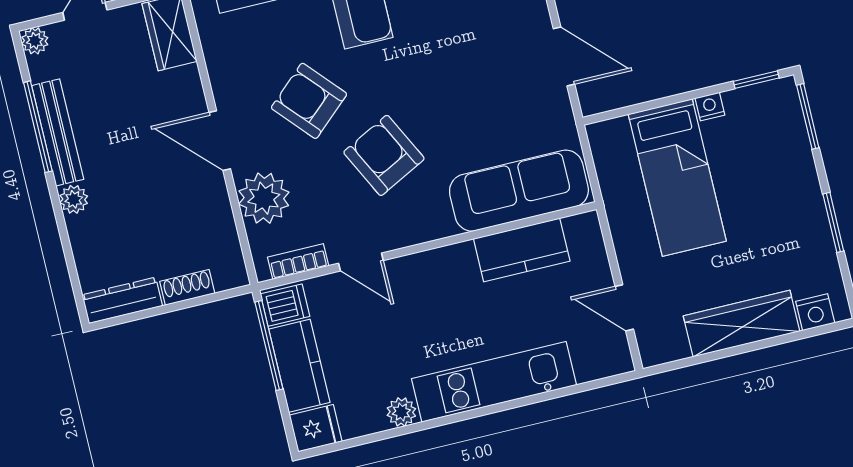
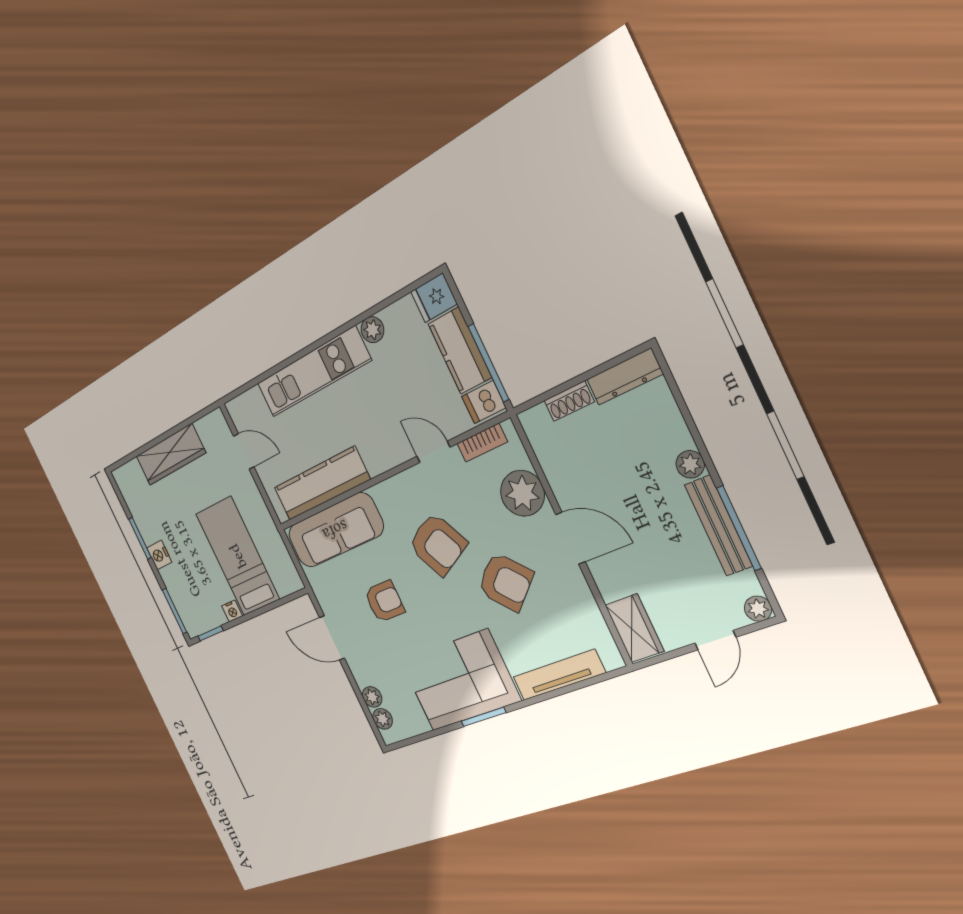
armchair: (475, 95) -> (384, 601), added
kitchen counter: (522, 250) -> (322, 484), width x1.50
nightstand: (815, 312) -> (159, 555), moved, turned -90

